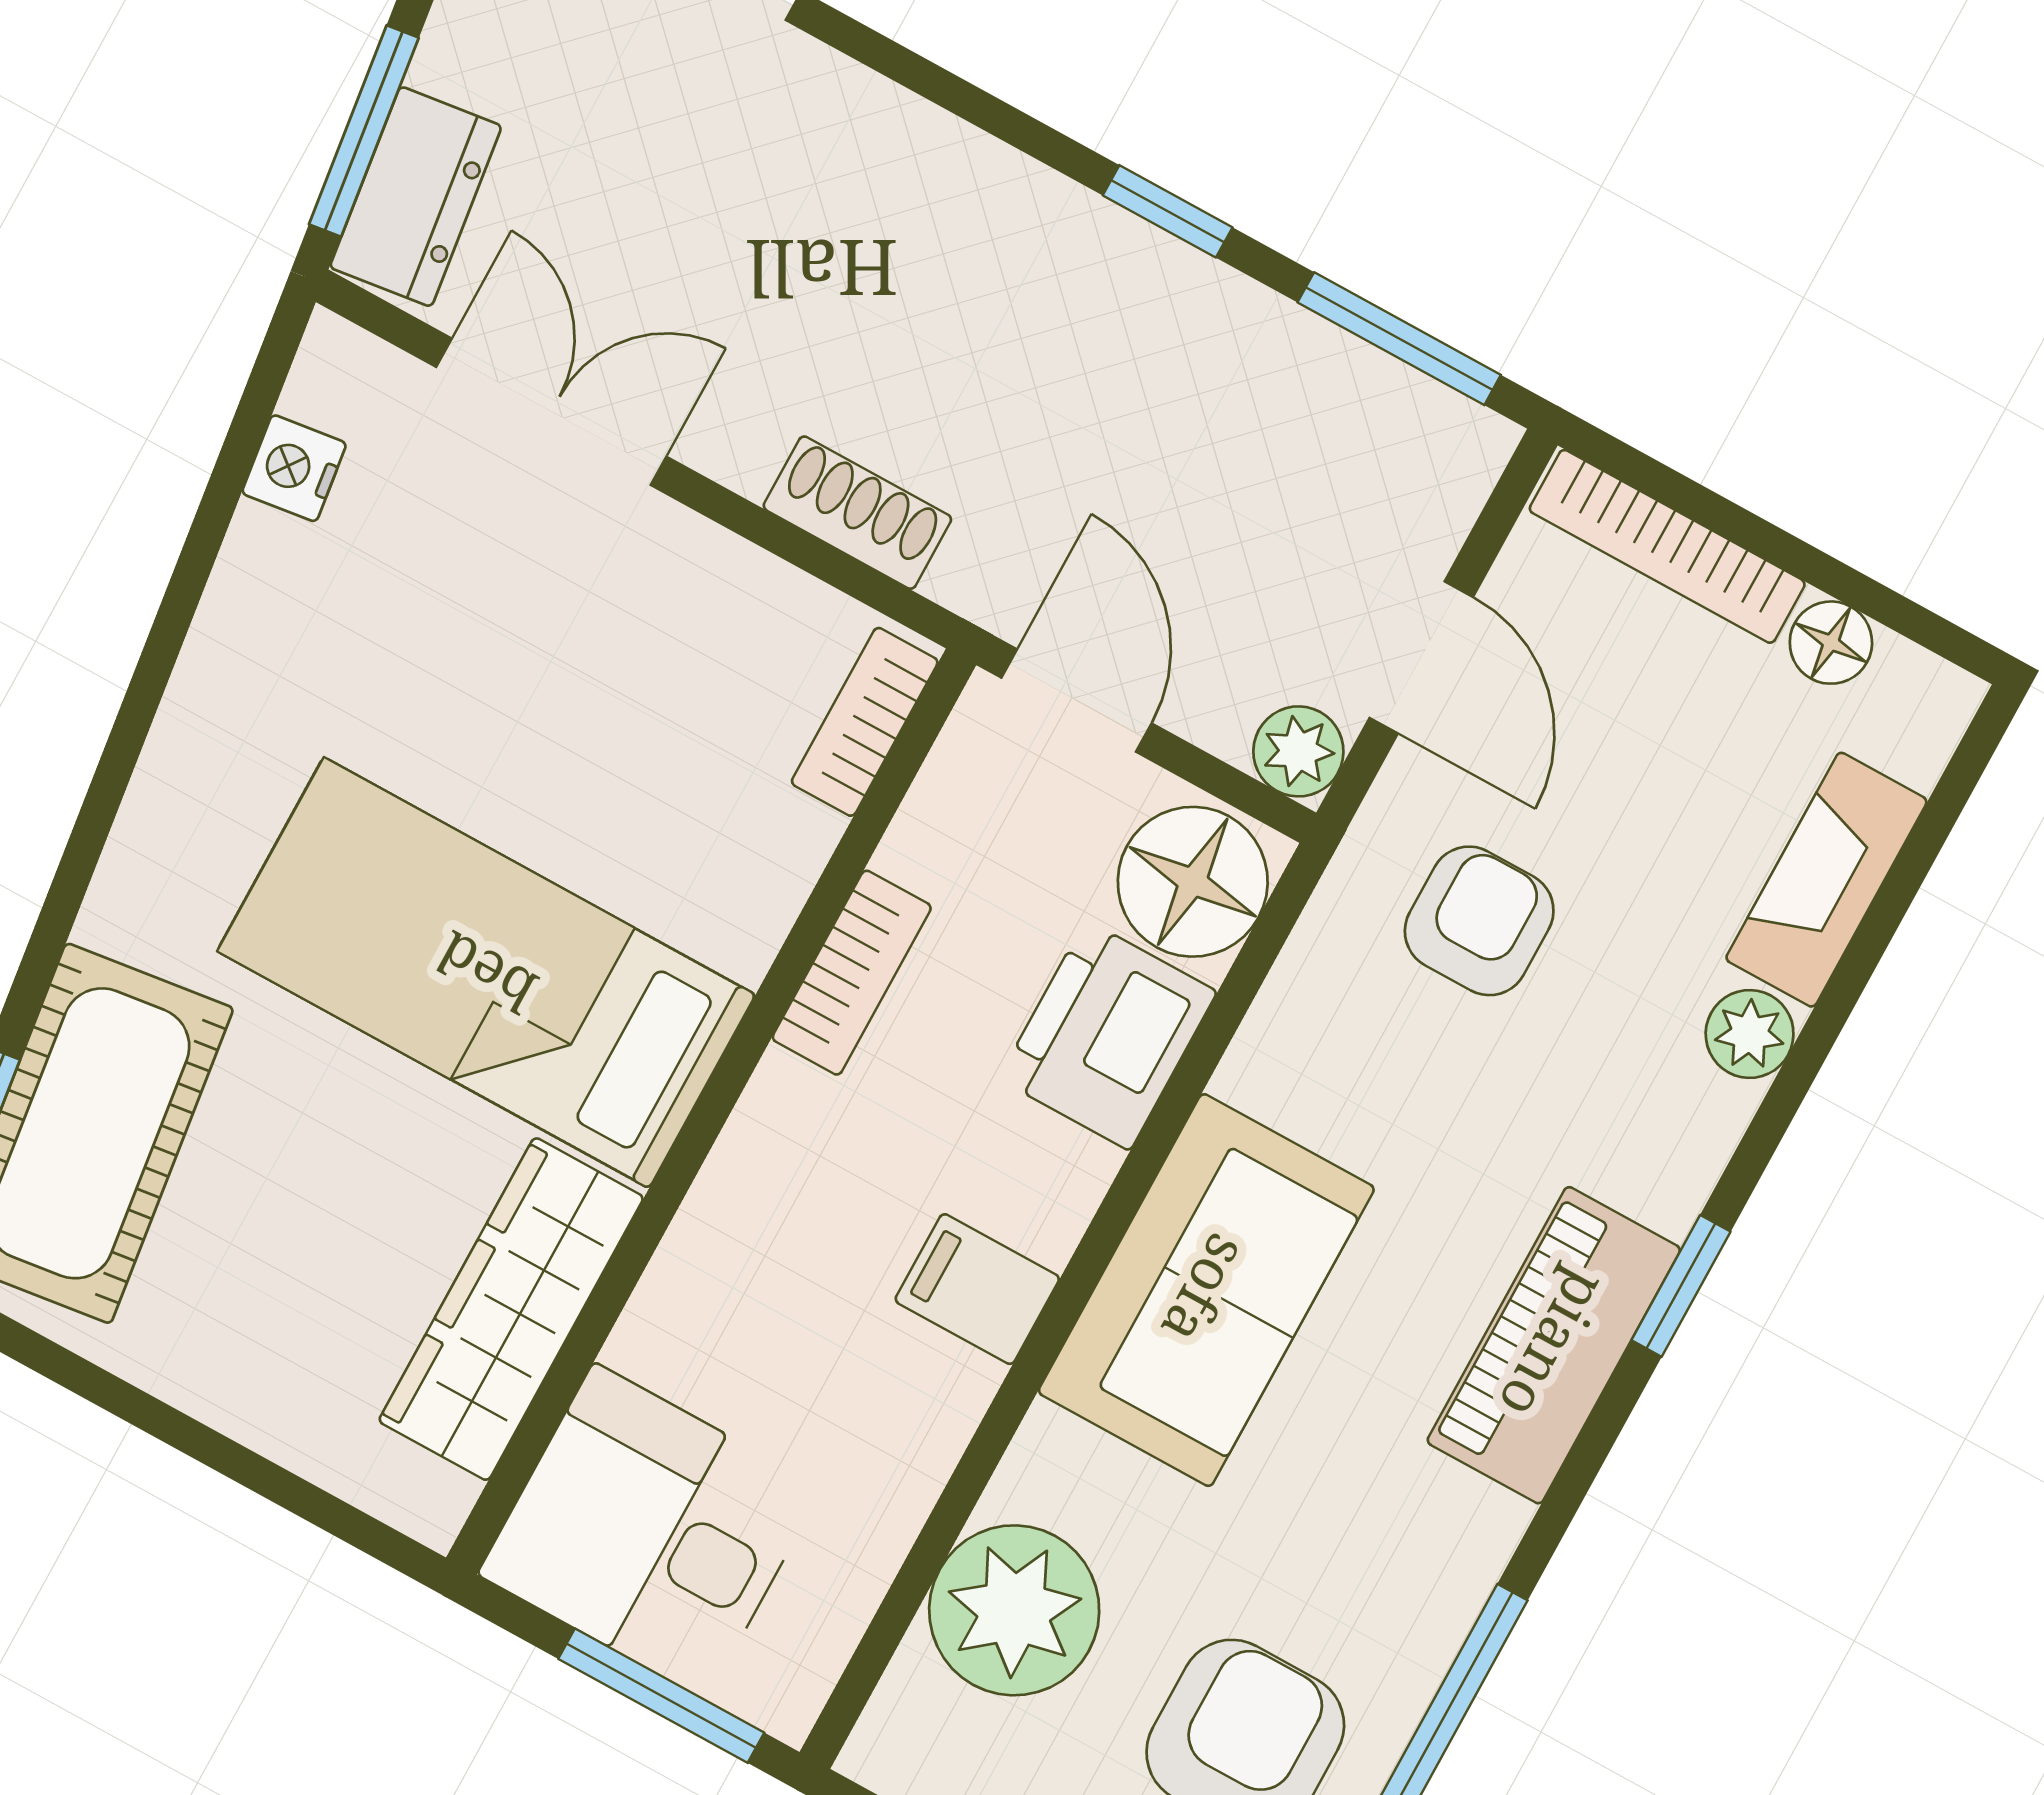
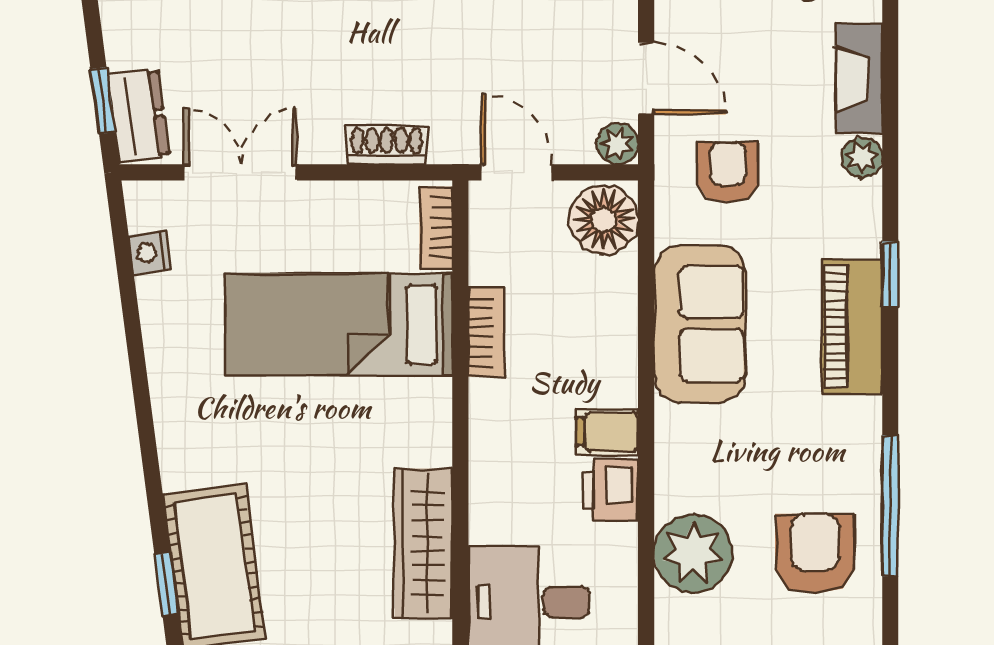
window: (364, 131) -> (103, 101), width x0.67
bed: (486, 973) -> (339, 325), moved
printer: (1108, 1035) -> (610, 490), moved, width x0.73, depth x0.81
sofa: (1206, 1290) -> (700, 324), moved

